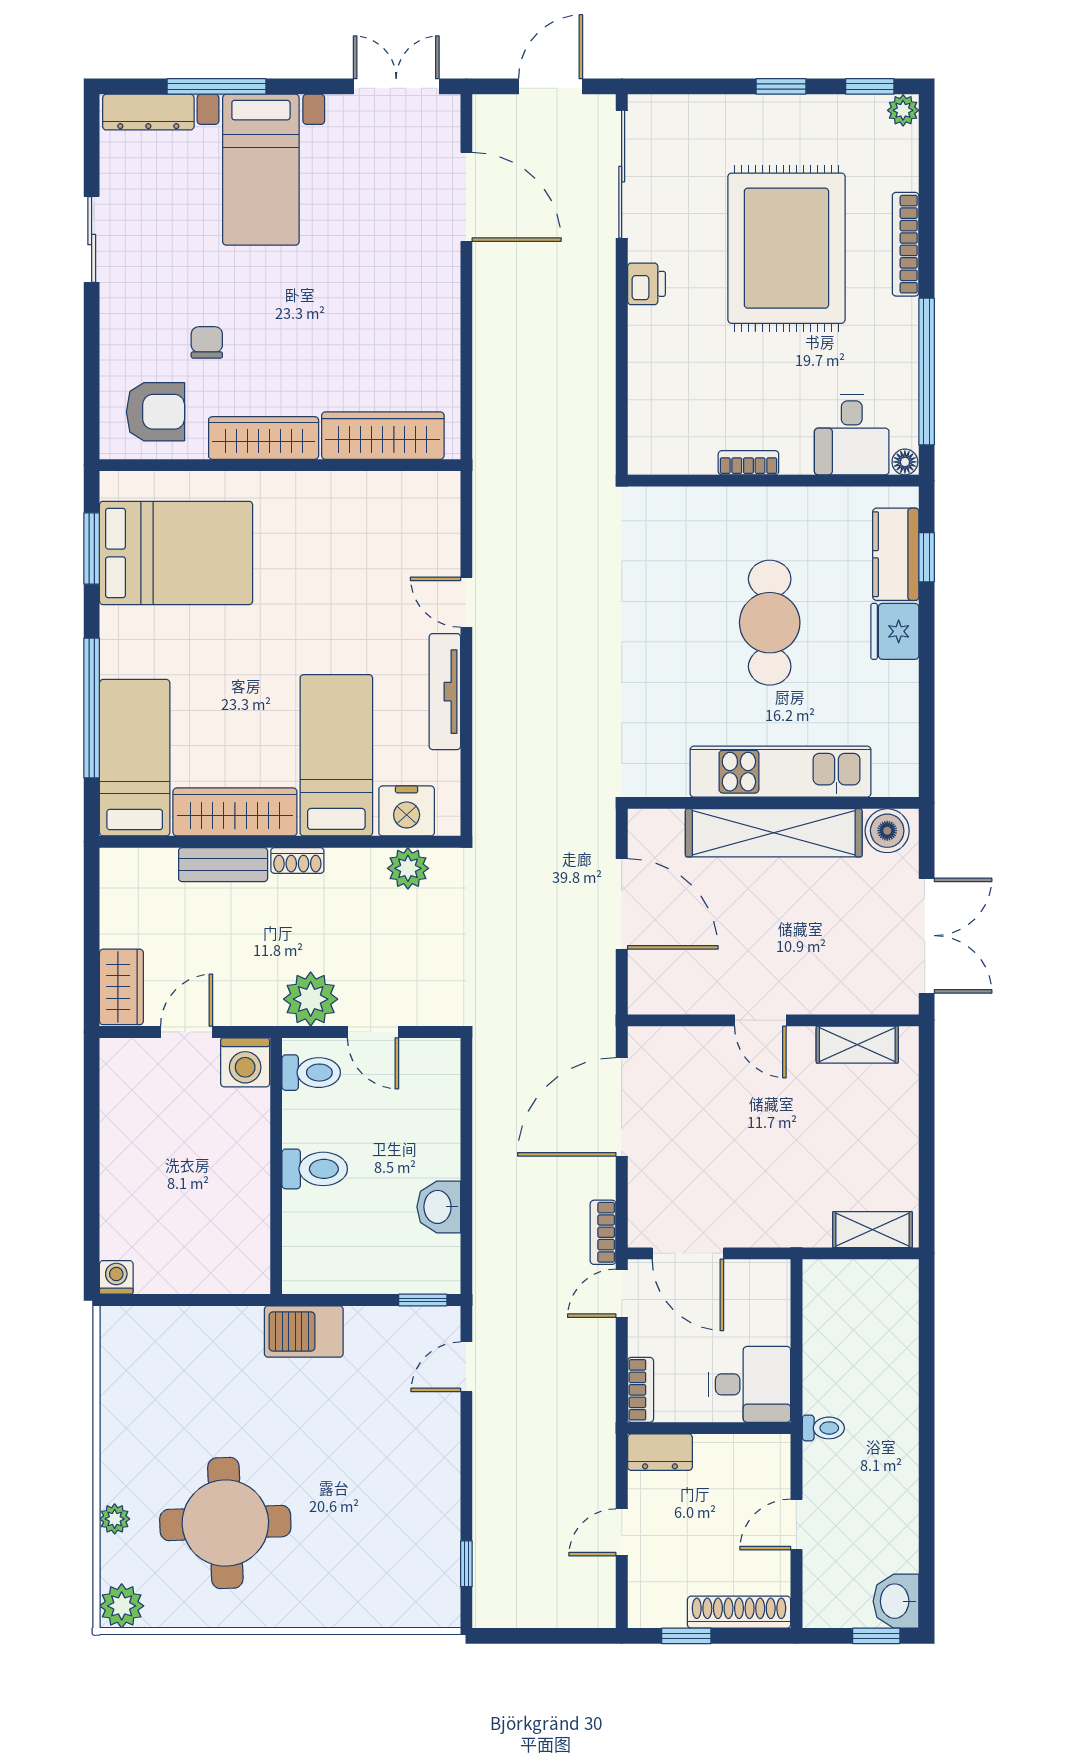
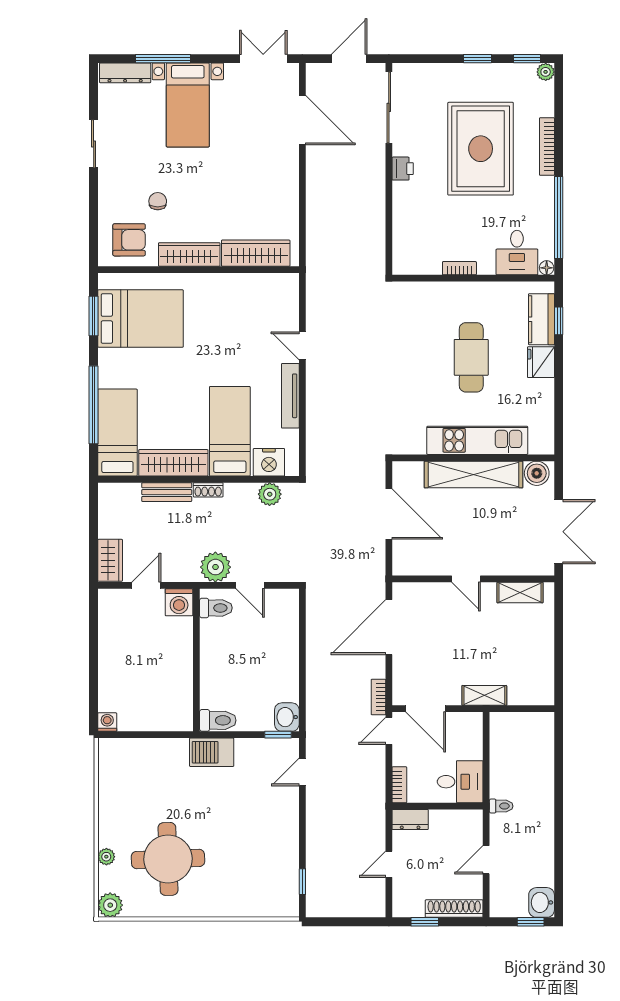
toilet: (315, 1169) -> (218, 720), moved
washbasin: (439, 1207) -> (287, 717), moved
shelving: (872, 1230) -> (484, 695), moved

